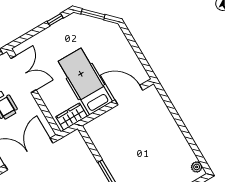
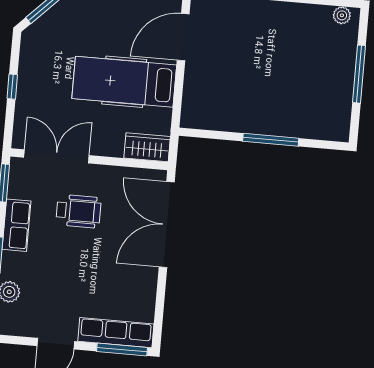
window: (55, 20) -> (12, 87), moved
wardrobe: (72, 117) -> (147, 147), moved, turned 90

